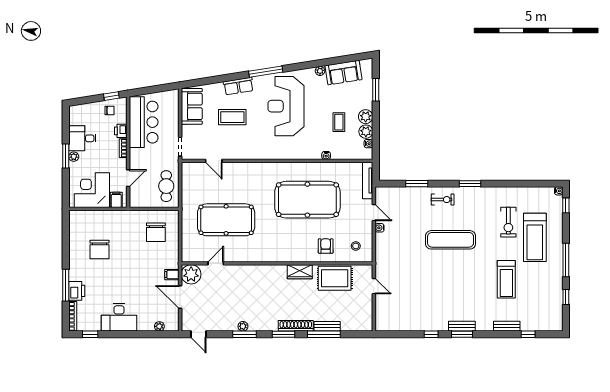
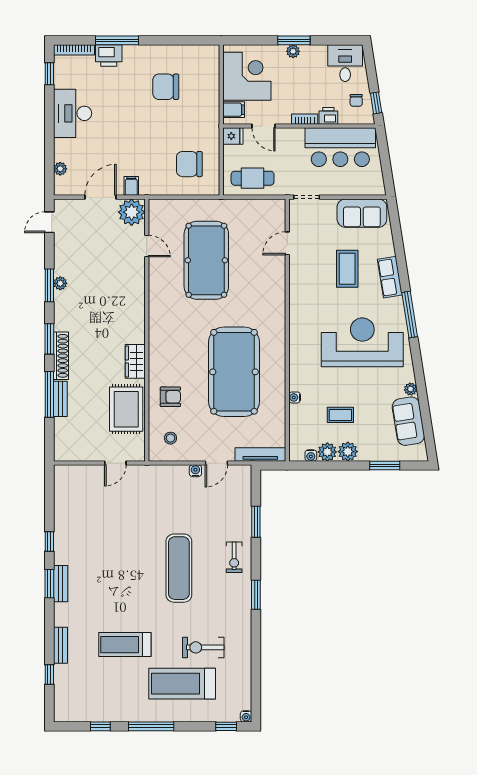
desk: (82, 138) -> (345, 63), moved
fridge: (136, 200) -> (233, 136), added

